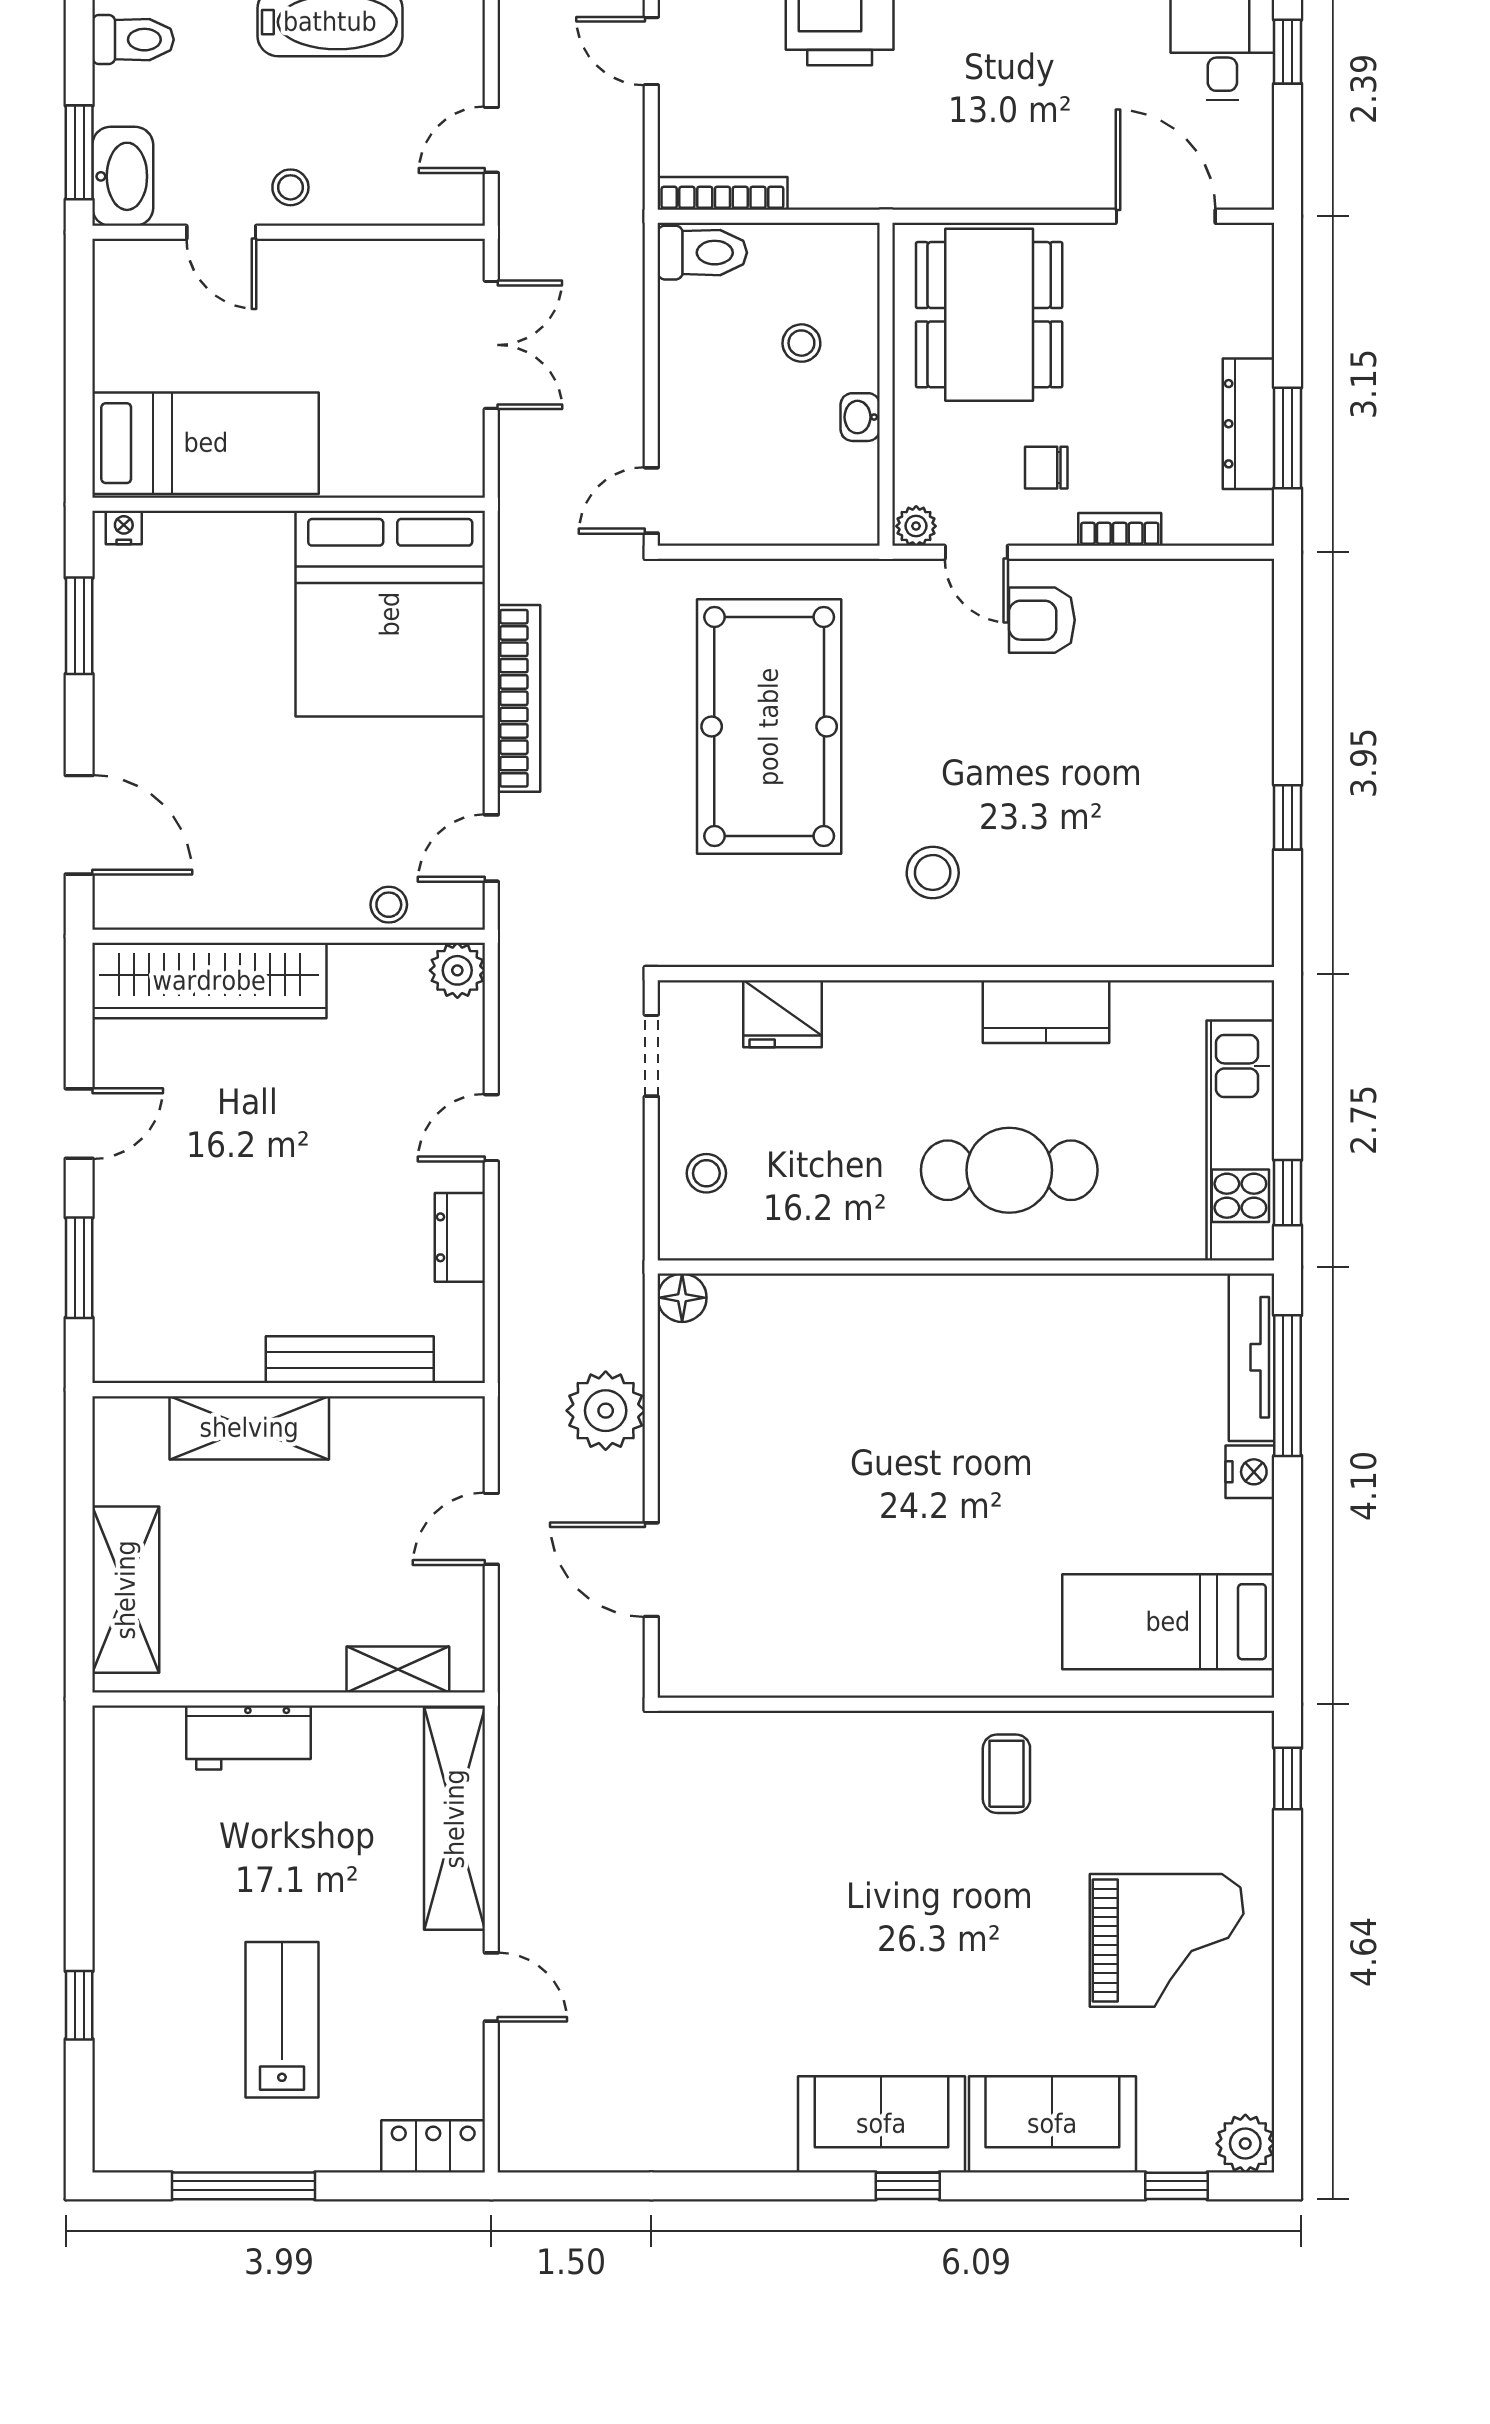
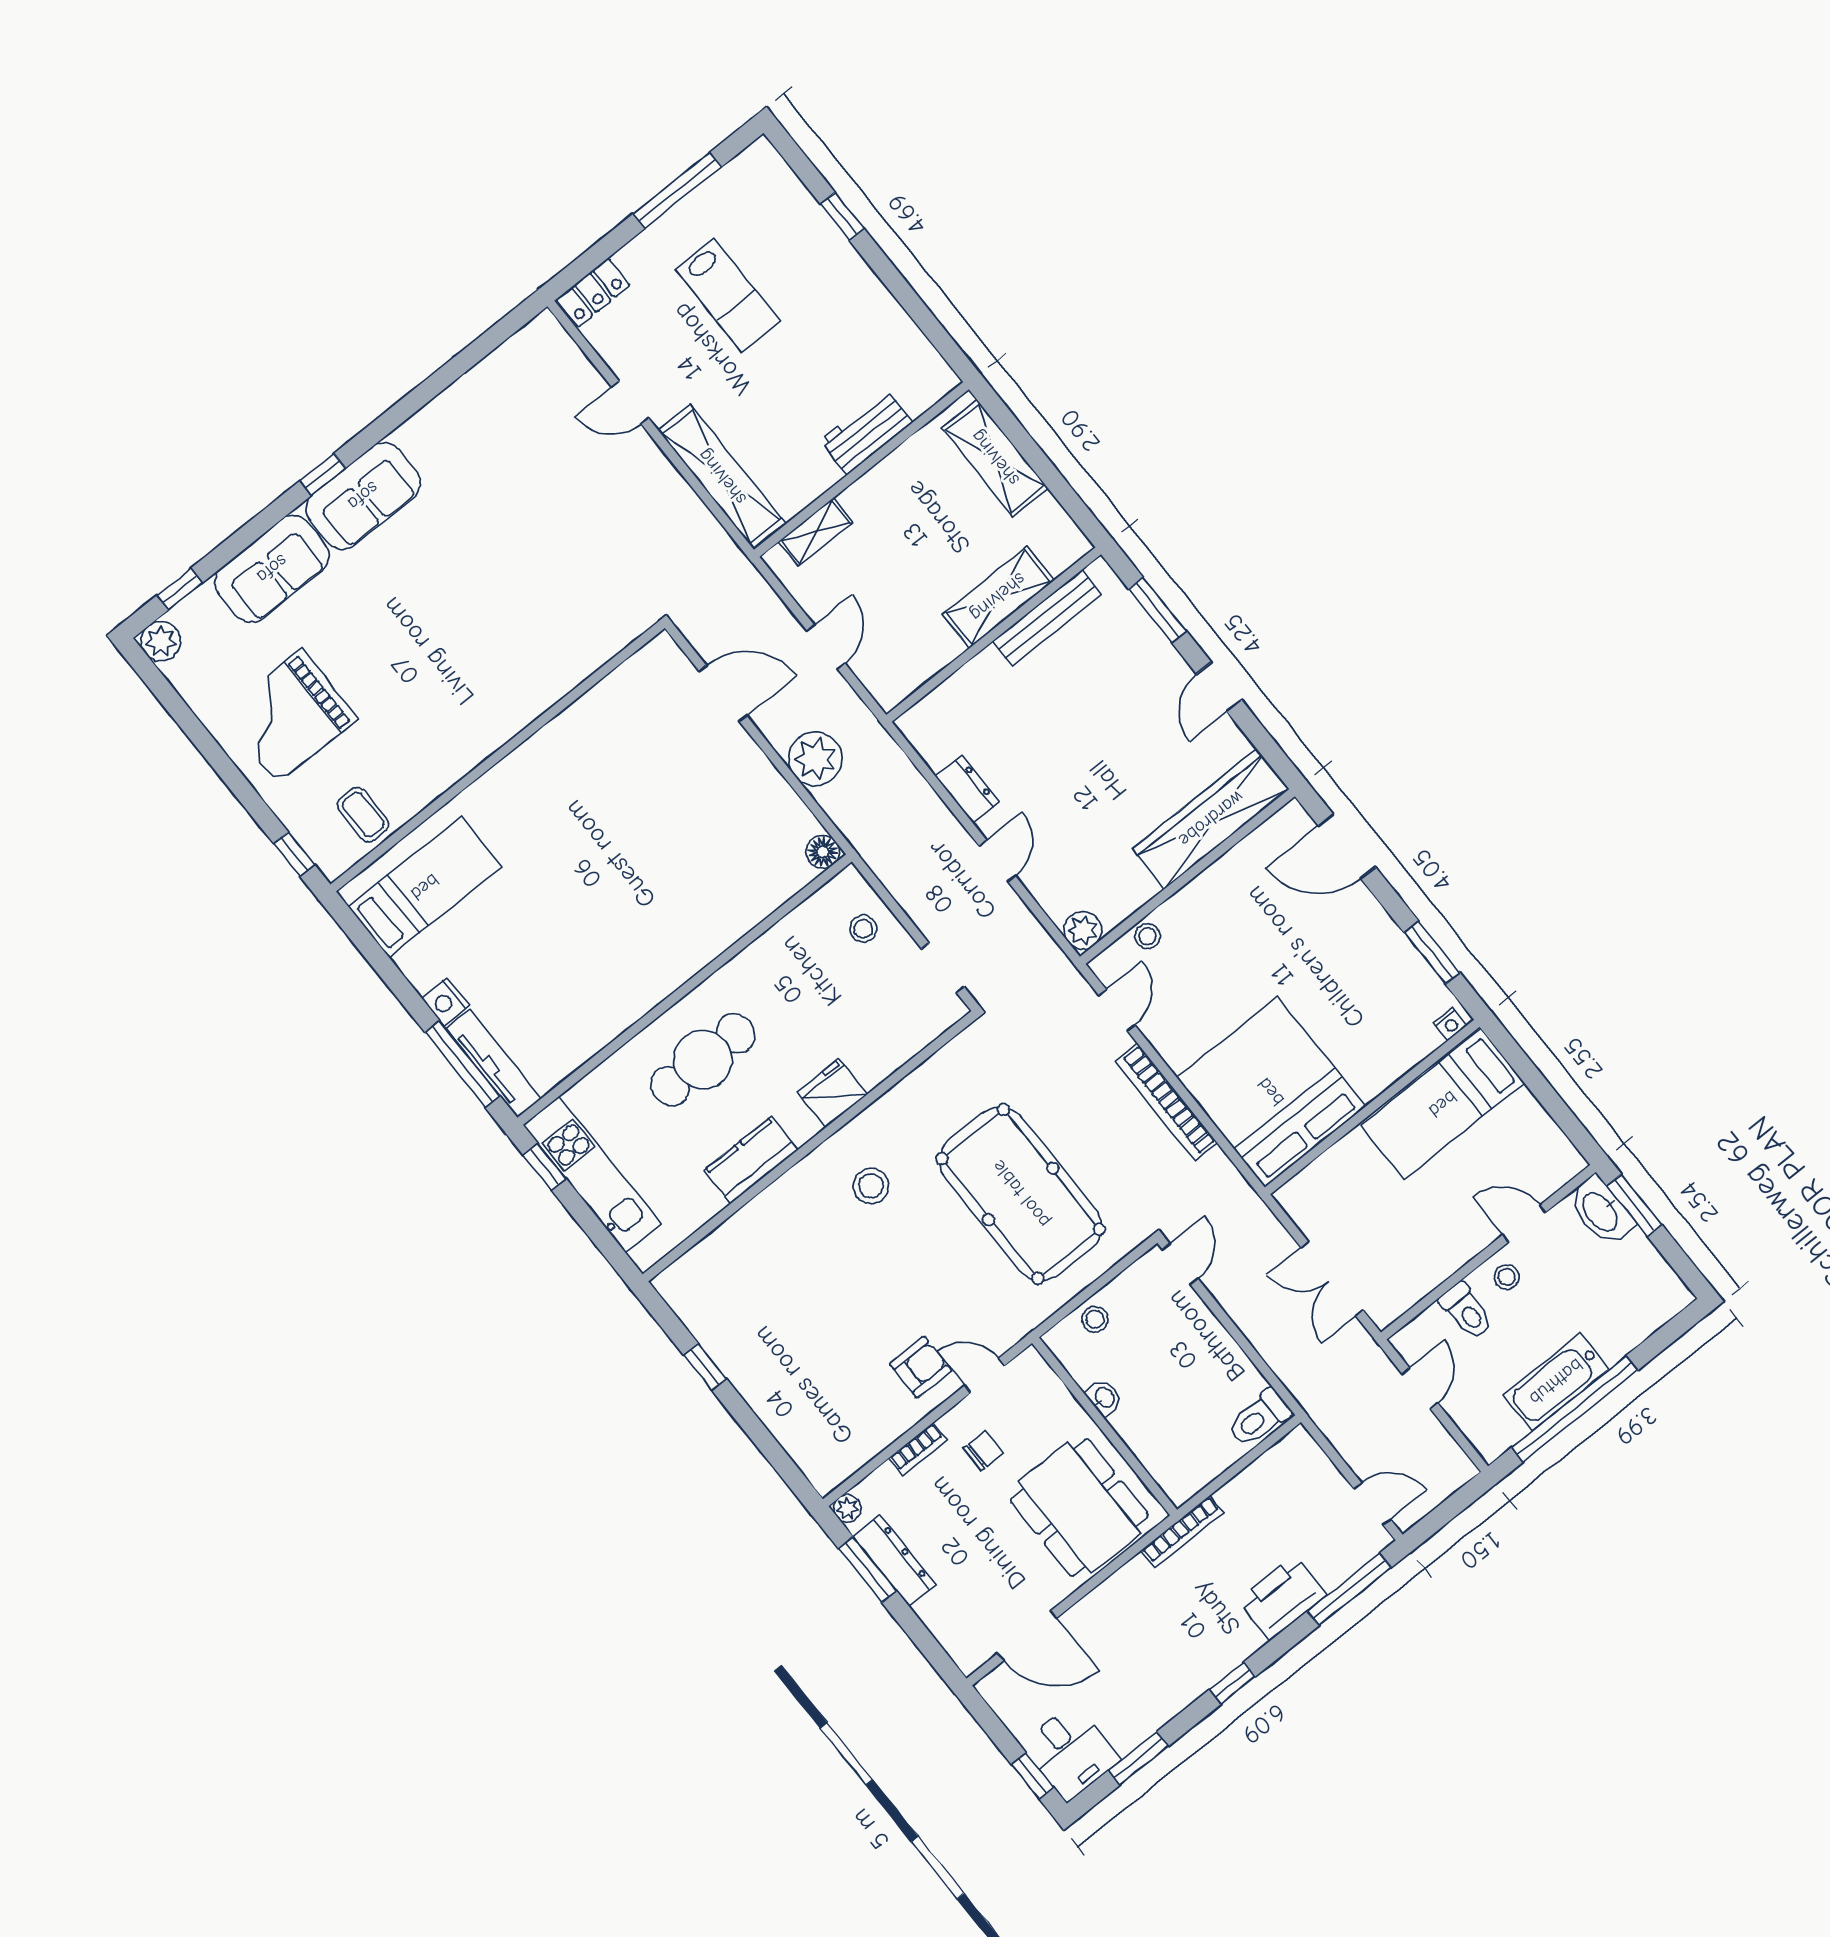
toilet: (133, 40) -> (1466, 1311), moved, turned -90
bookcase: (722, 193) -> (1182, 1532), moved
stool: (801, 343) -> (1095, 1319), moved
plant: (916, 526) -> (847, 1508), moved
fridge: (782, 1014) -> (832, 1093), moved
bench: (350, 1360) -> (1047, 618), moved
coffee table: (1006, 1774) -> (363, 815), moved

